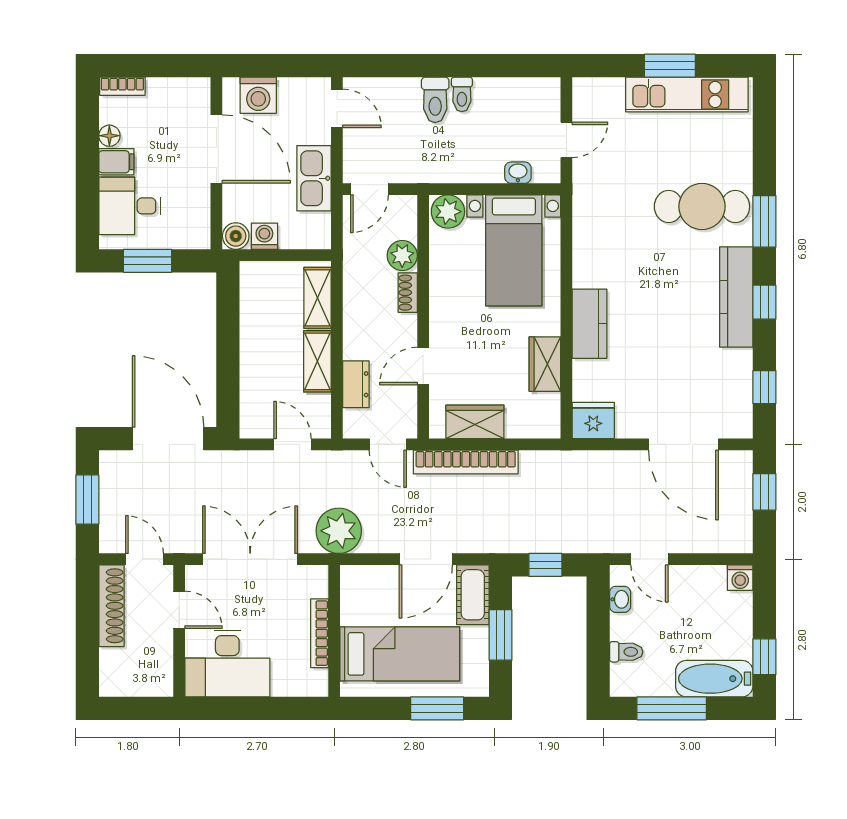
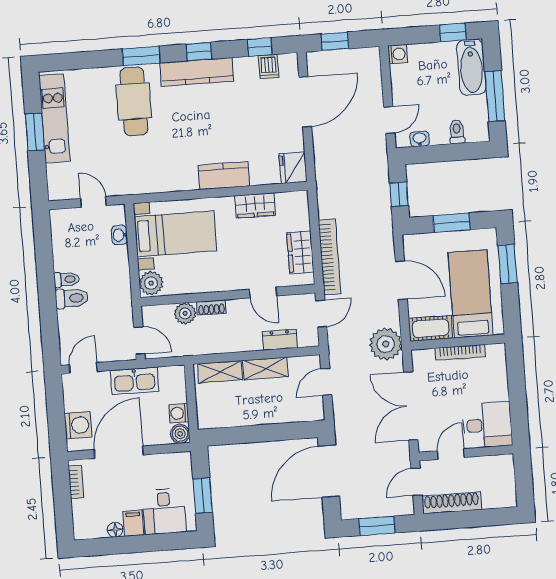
bookcase: (122, 86) -> (76, 482), moved
dishwasher: (736, 397) -> (268, 67), added
cot: (473, 595) -> (431, 328), moved
desk: (227, 664) -> (487, 425), width x0.73

